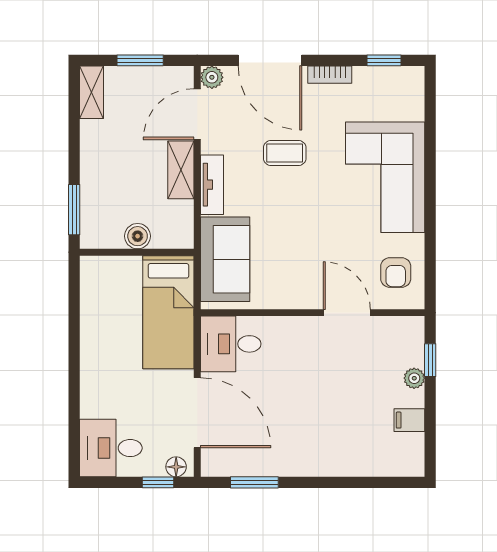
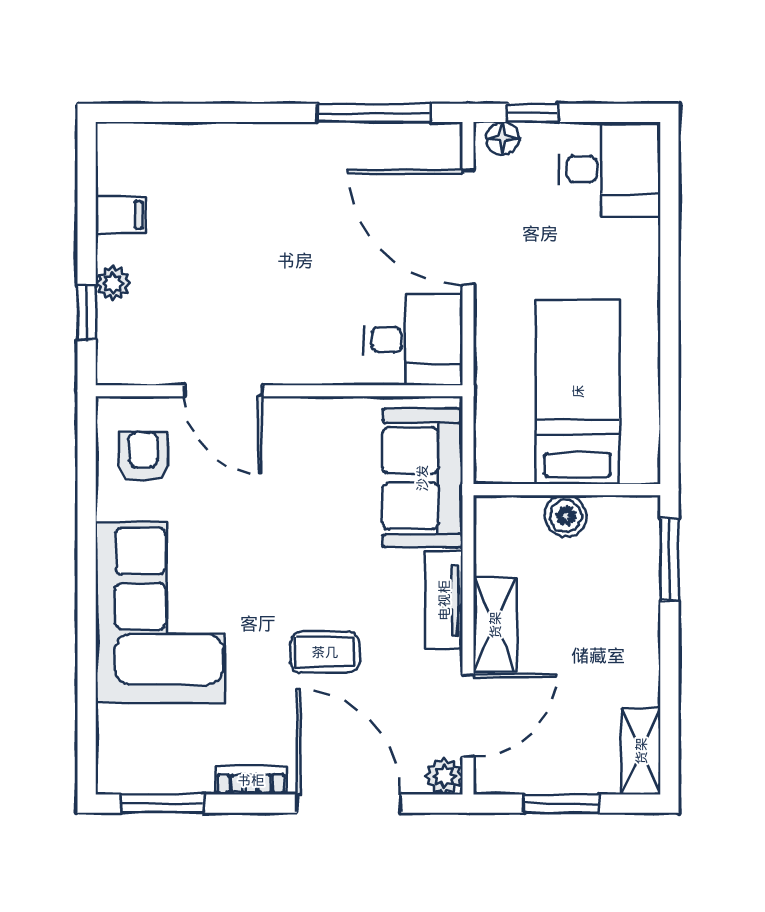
window: (384, 60) -> (162, 804), width x1.50
bed: (168, 312) -> (578, 391), moved
window: (254, 482) -> (374, 113), width x1.44

